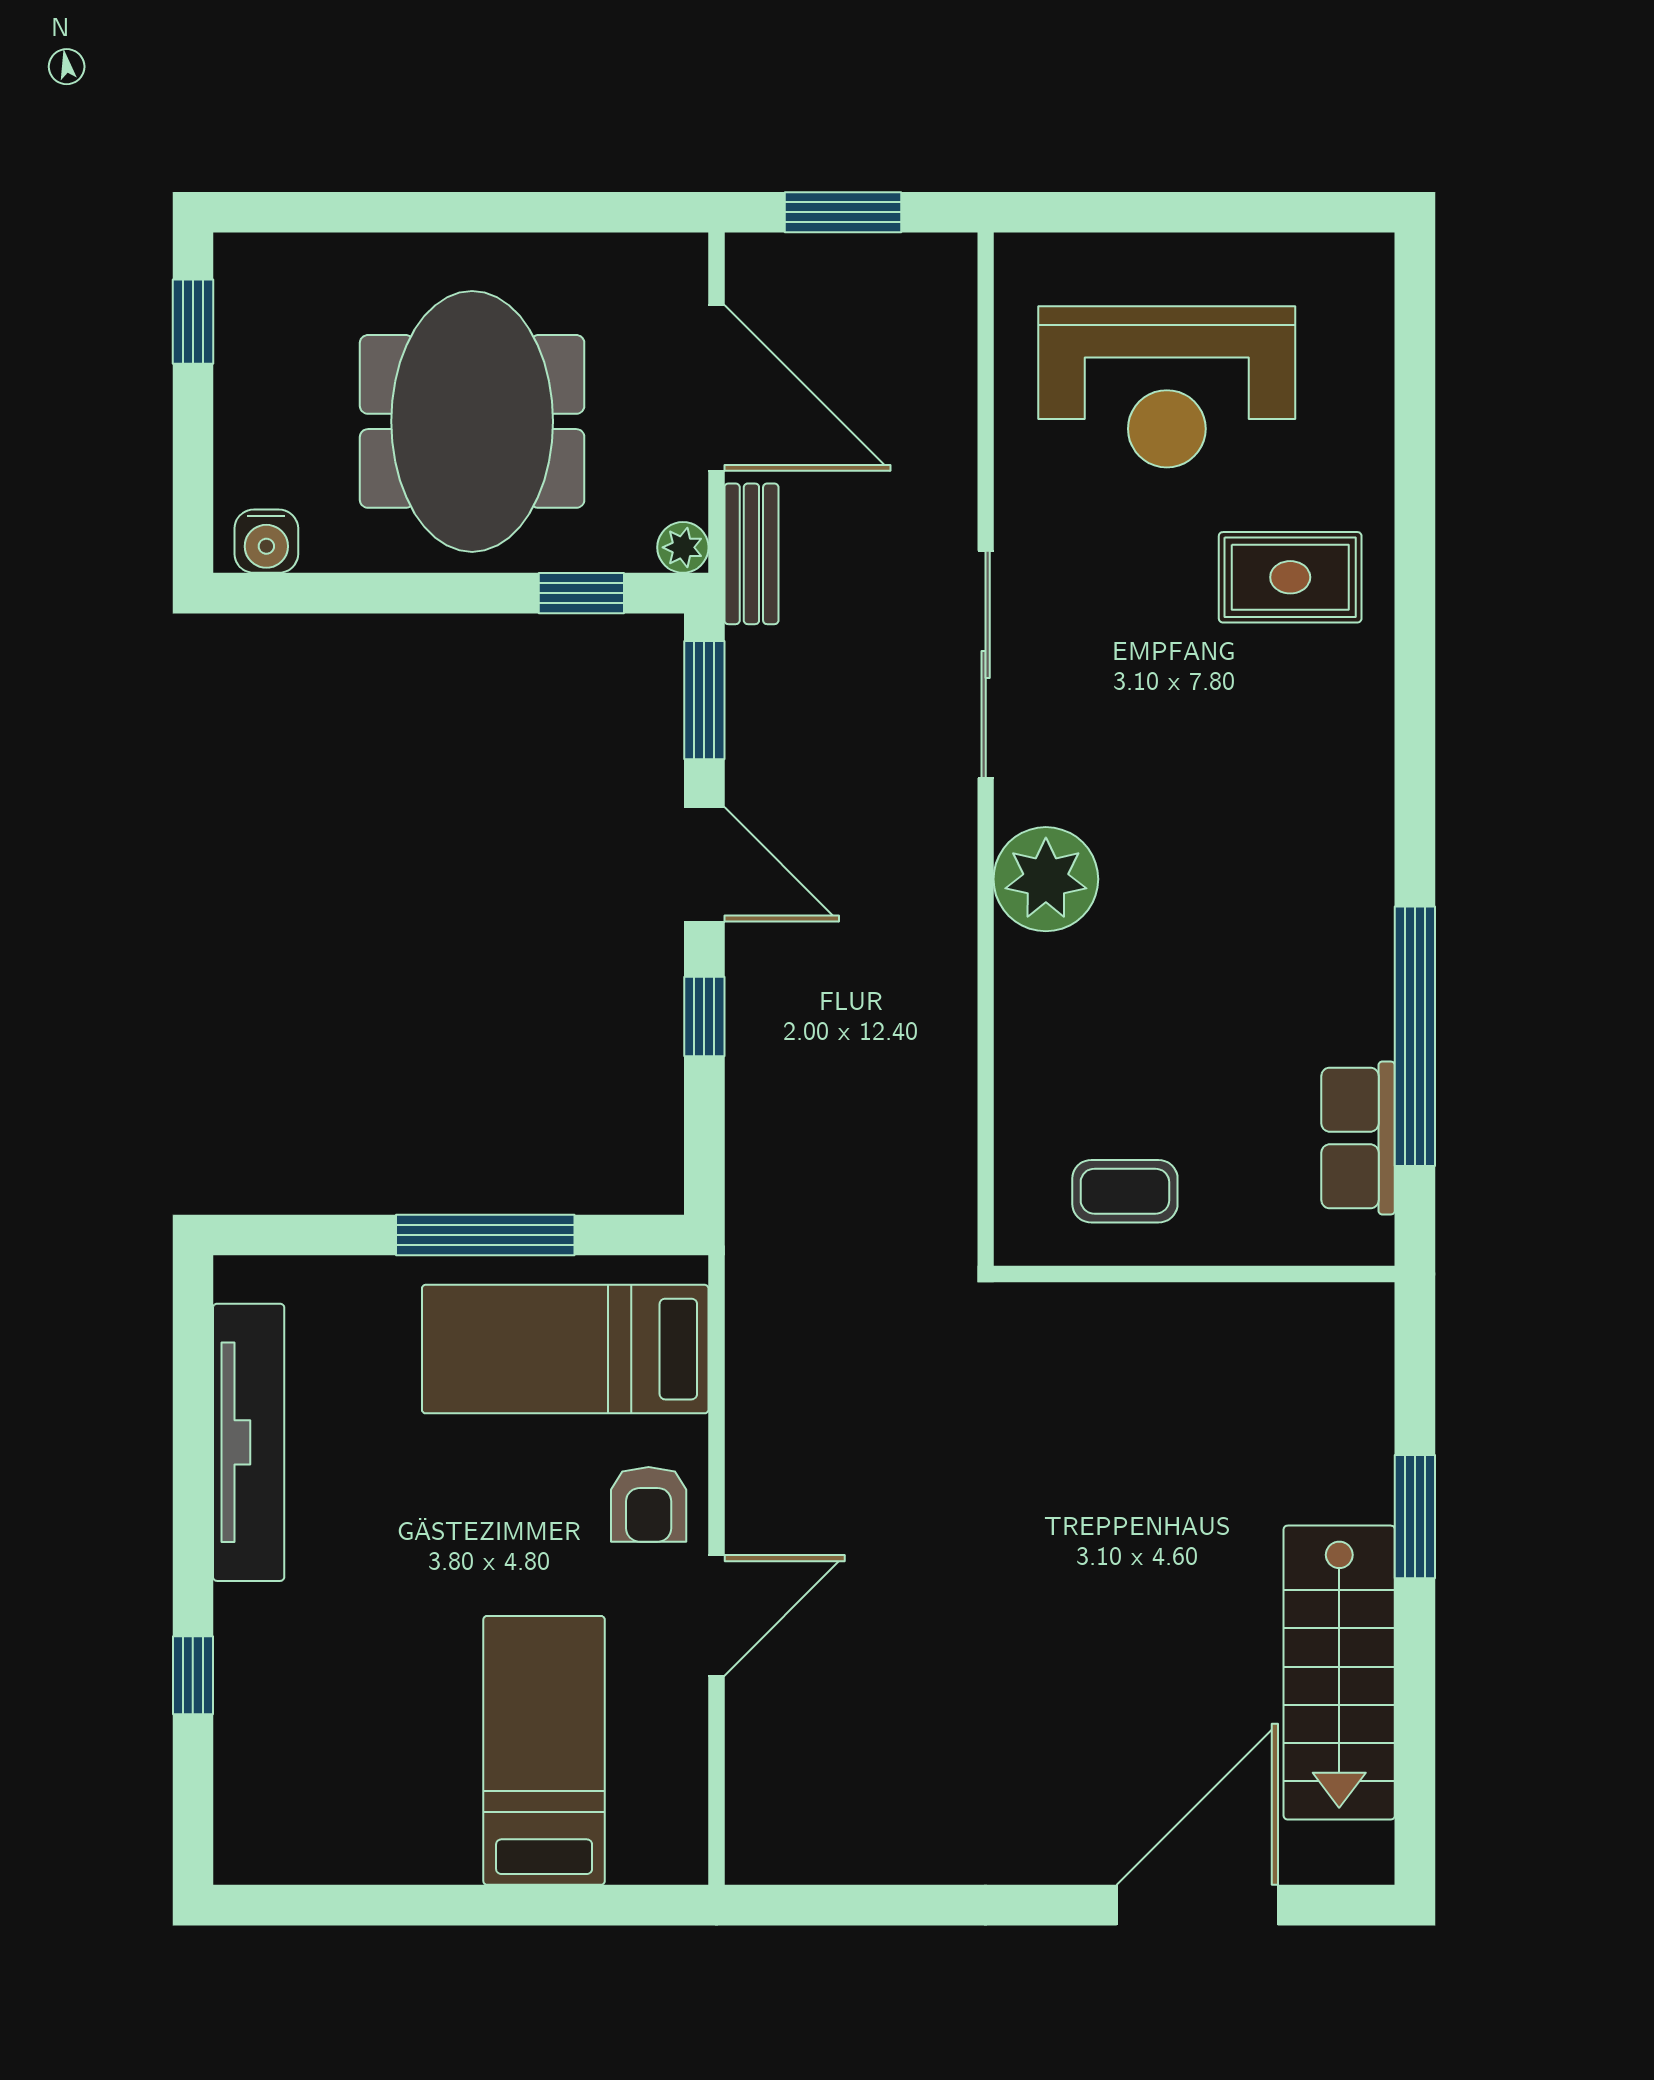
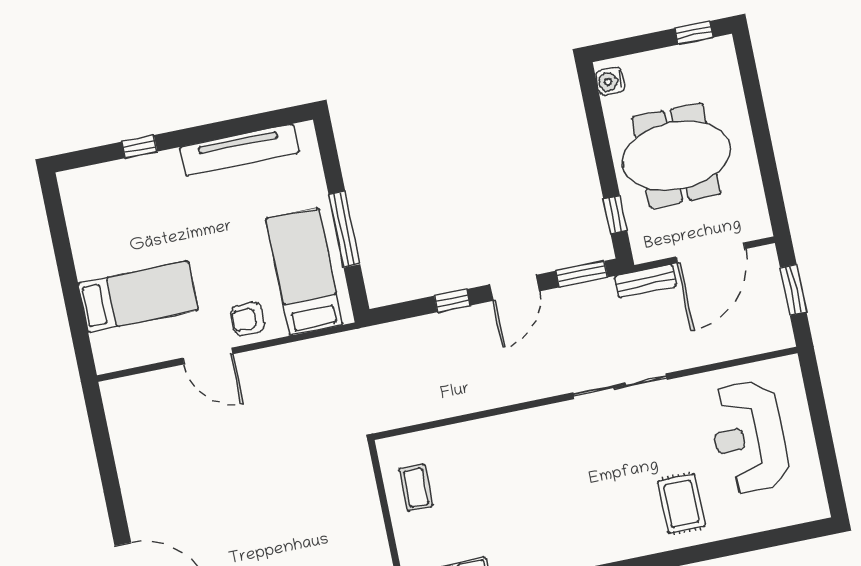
plant: (683, 547) -> (642, 252), removed
plant: (1046, 879) -> (537, 429), removed

